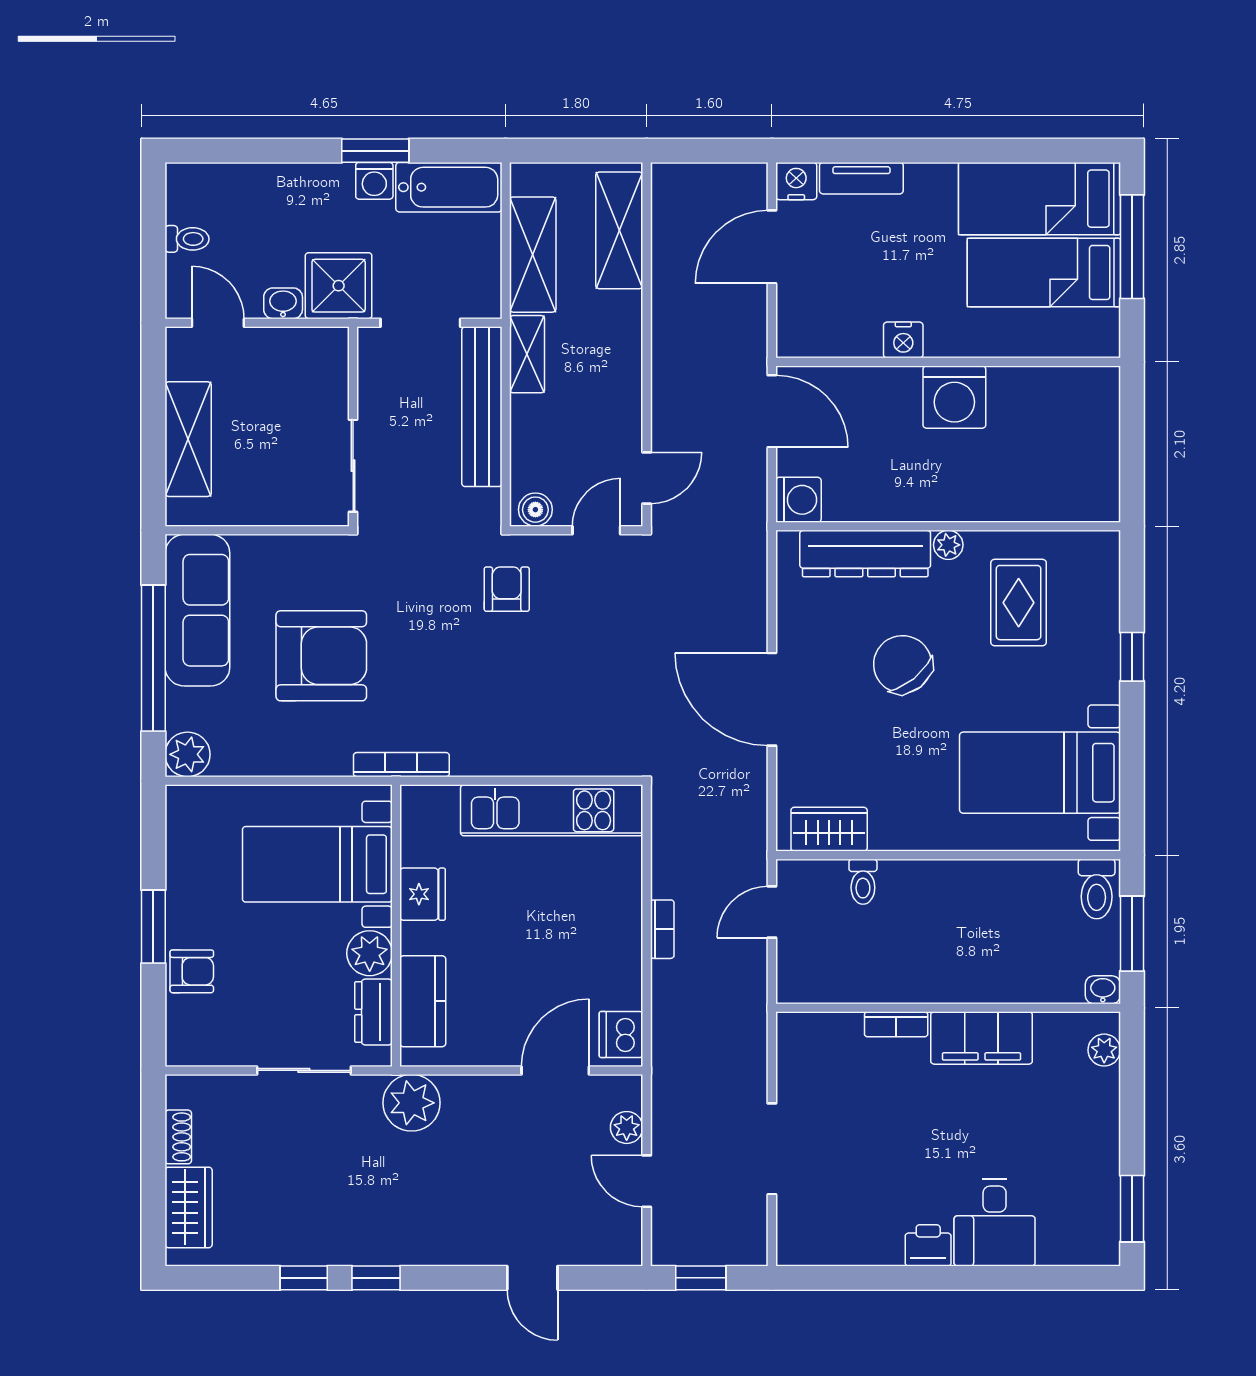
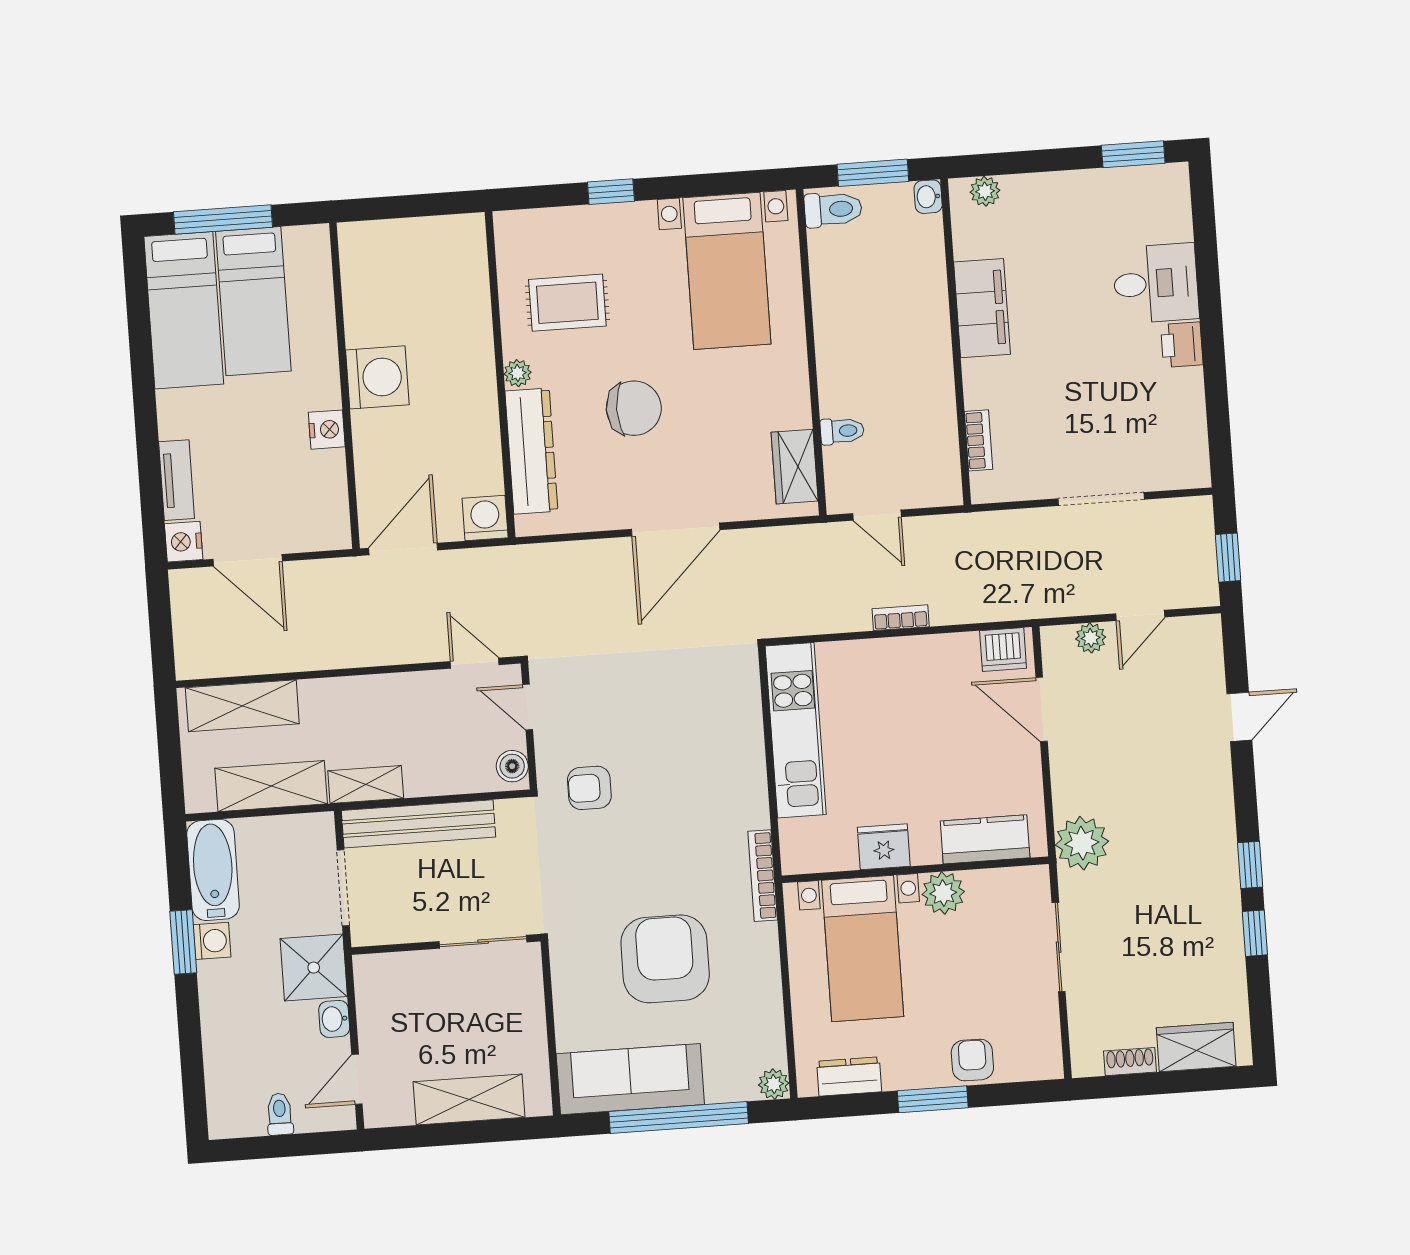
chair: (903, 664) -> (634, 408), turned -141
plant: (188, 754) -> (774, 1084), width x0.73, depth x0.73
dresser: (374, 1012) -> (849, 1076), moved, turned 180
bookcase: (896, 1024) -> (978, 440), moved

